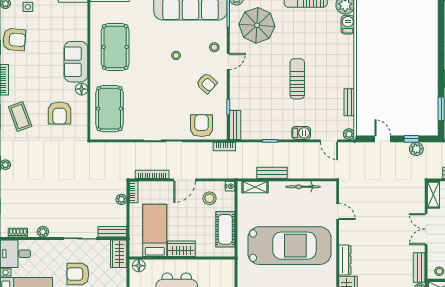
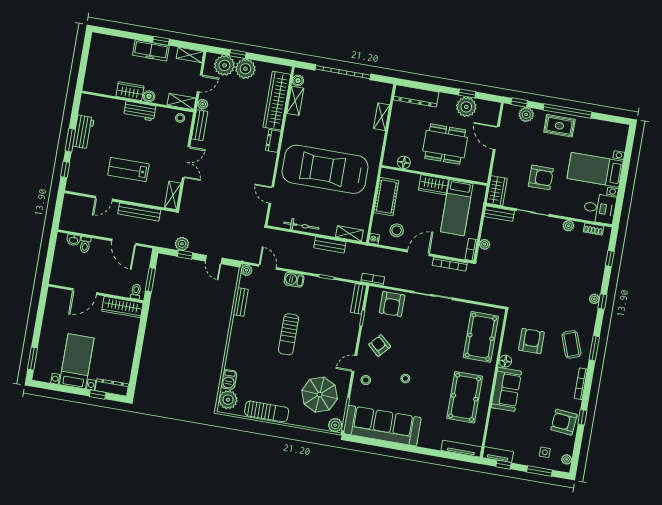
dresser: (345, 260) -> (273, 141), width x0.70
floor lamp: (139, 266) -> (404, 162), moved

